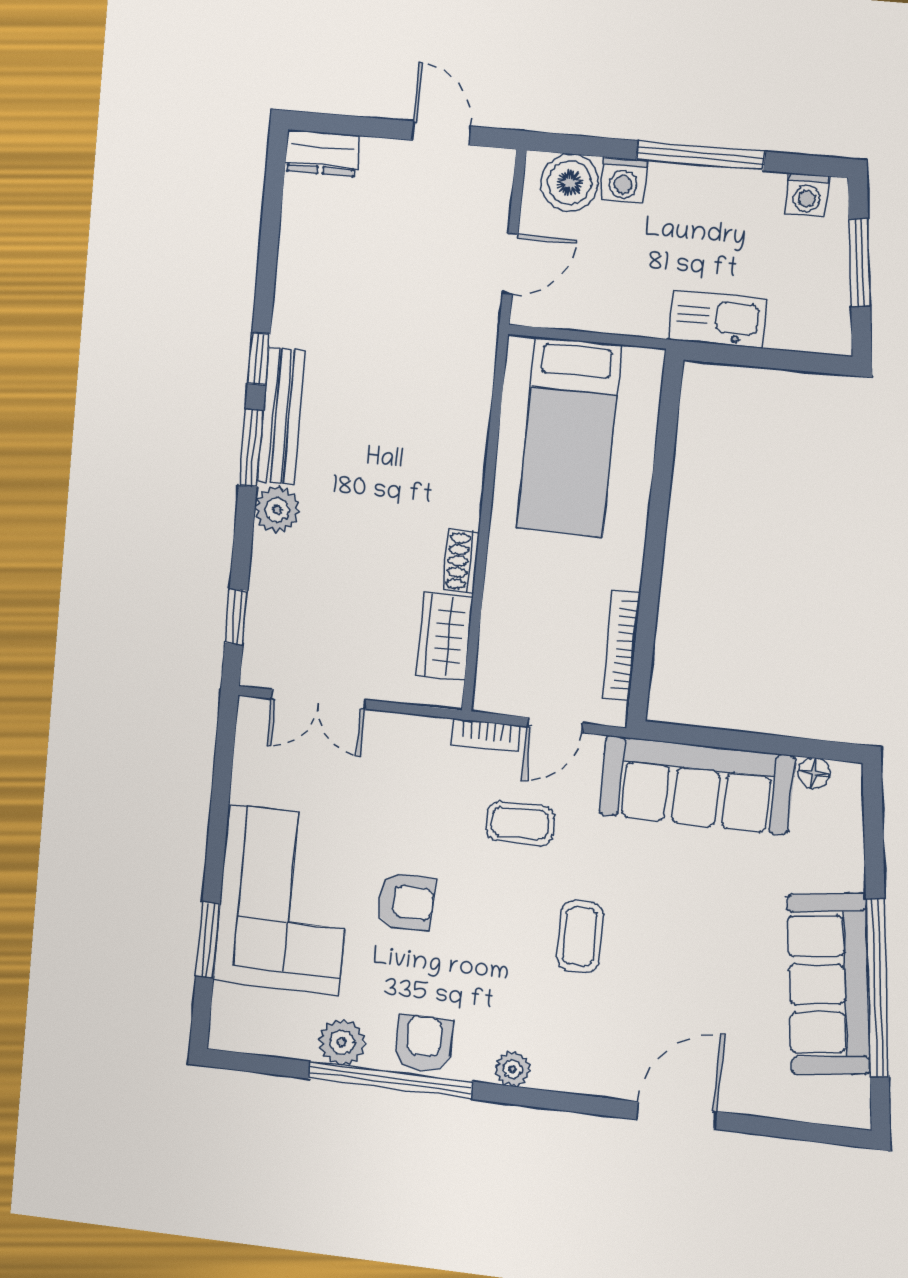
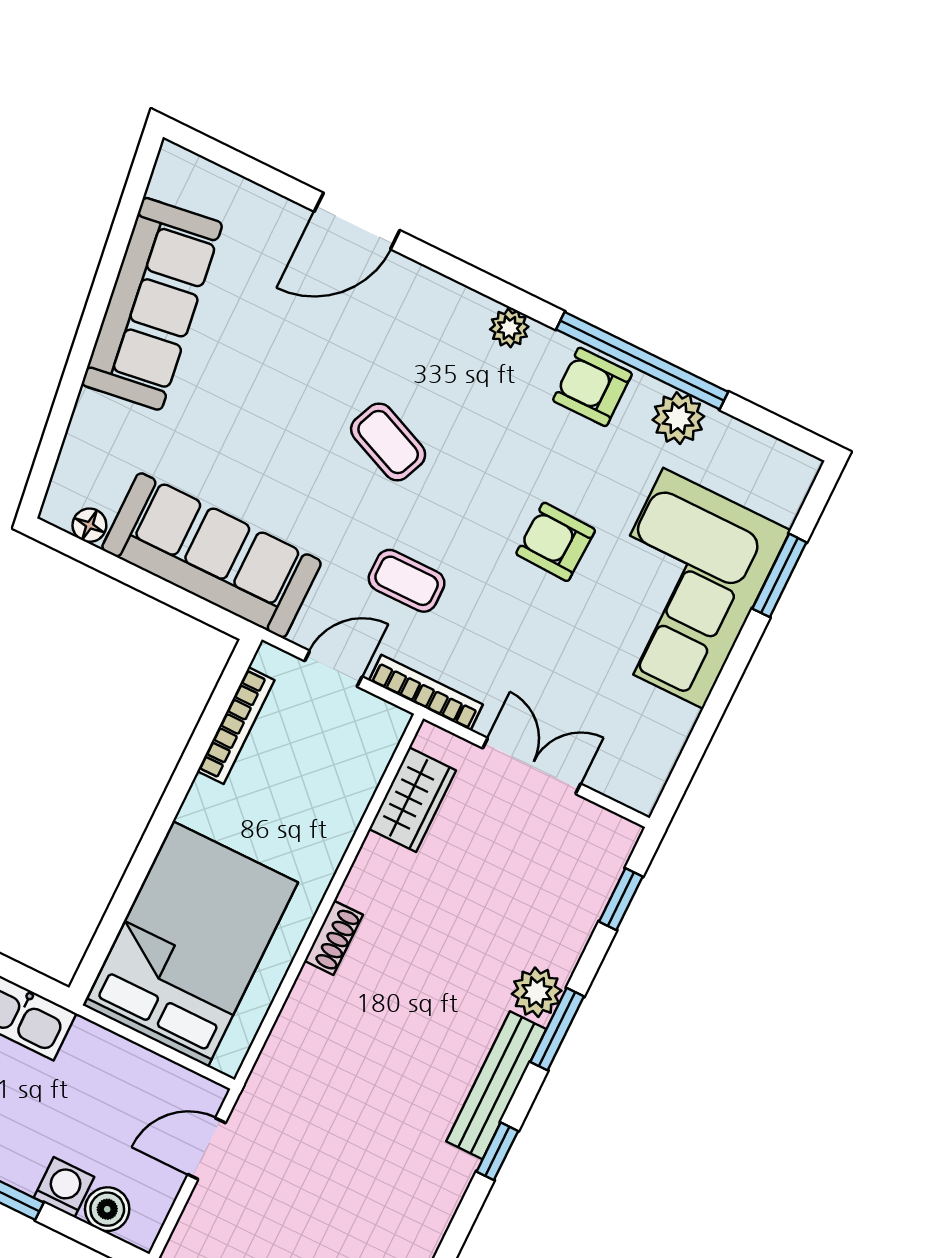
boiler: (570, 183) -> (107, 1209), width x0.73, depth x0.73
bed: (569, 437) -> (191, 944), width x1.50
window: (251, 448) -> (557, 1029), moved
shoe rack: (462, 561) -> (334, 938), moved
double door: (318, 699) -> (532, 766), moved
bookcase: (486, 735) -> (426, 693), width x1.56
coffee table: (580, 937) -> (388, 442), turned -67
window: (877, 988) -> (104, 282), removed
armchair: (424, 1044) -> (592, 387), turned 90

